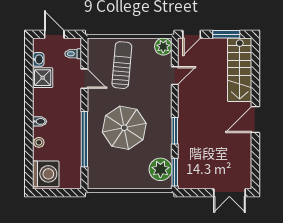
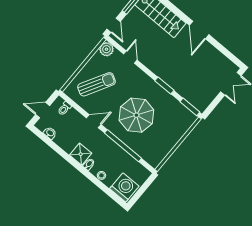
sun lounger: (122, 65) -> (97, 84), turned 114
shower: (43, 78) -> (81, 154), moved
door: (84, 79) -> (94, 121), moved
plant: (160, 169) -> (181, 114), removed

